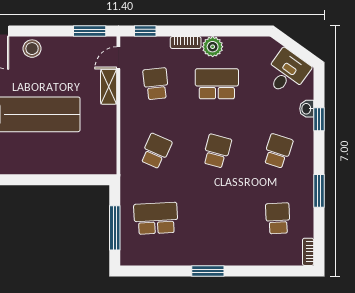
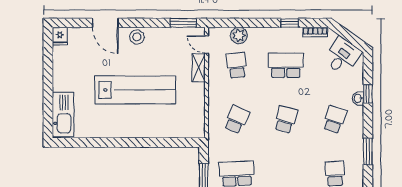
window: (145, 31) -> (290, 23), moved
bookcase: (186, 43) -> (315, 32), moved
plant: (213, 47) -> (239, 35), moved
door: (118, 58) -> (206, 44), hinge flipped
washbasin: (307, 109) -> (358, 98), moved

